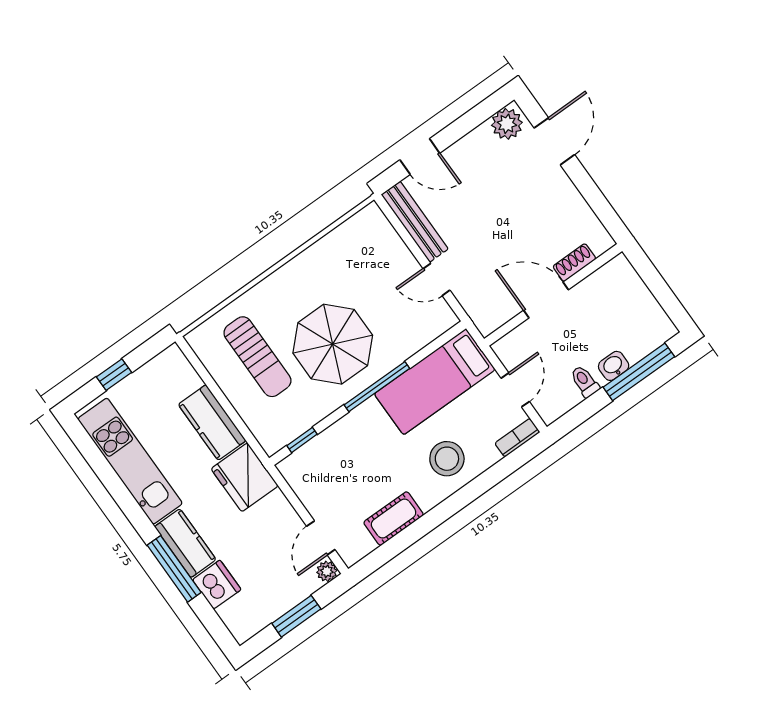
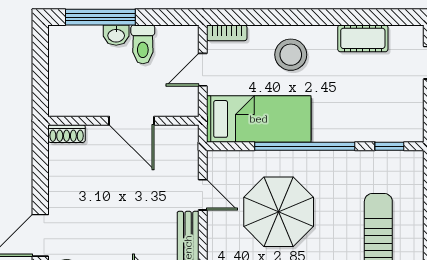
shoe rack: (574, 263) -> (67, 134), moved
parasol: (333, 344) -> (279, 212), moved
toilet: (585, 381) -> (143, 44), width x1.37, depth x1.39
window: (377, 387) -> (305, 146), width x1.46

